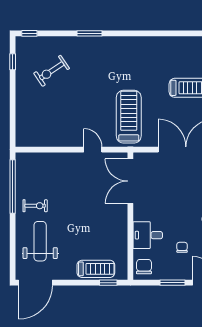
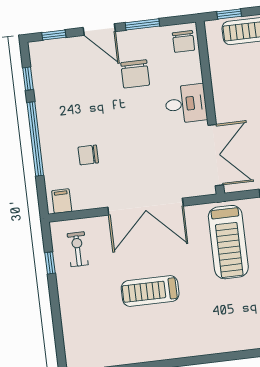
desk: (148, 235) -> (186, 104), moved
chair: (182, 247) -> (135, 74), width x1.87, depth x1.87

